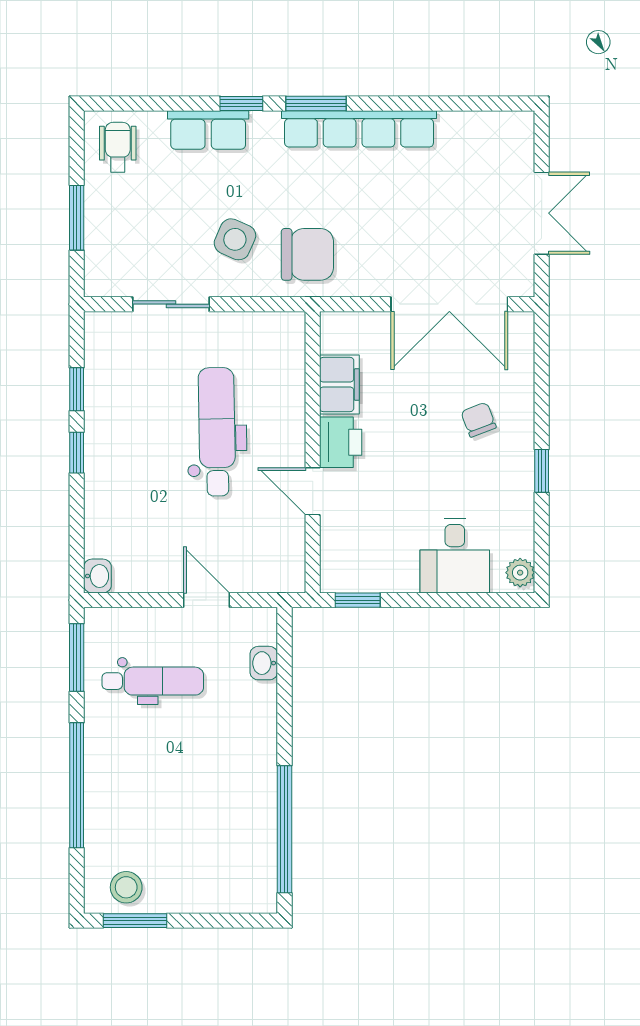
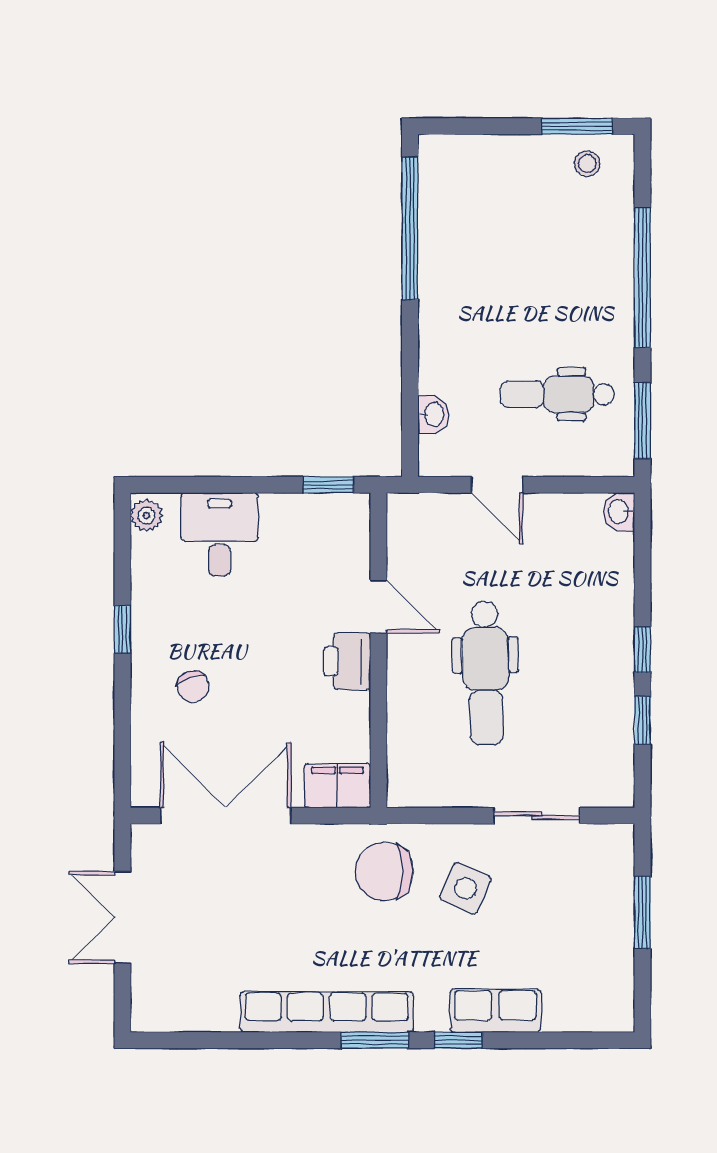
wheelchair: (118, 147) -> (596, 991), removed
filing cabinet: (339, 384) -> (337, 786), moved, turned 90
stool: (126, 887) -> (587, 164), width x0.73, depth x0.73

